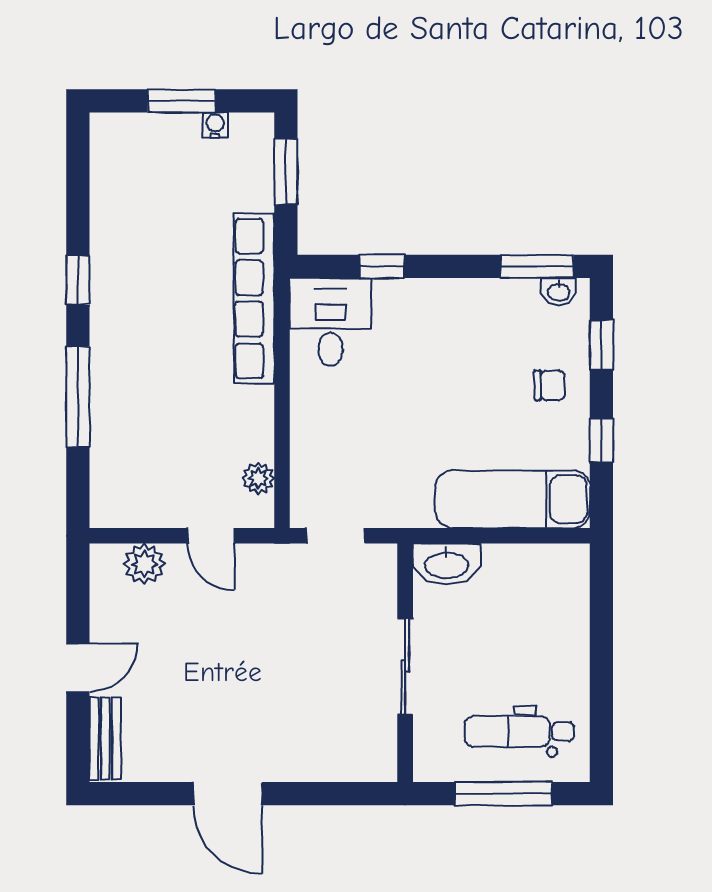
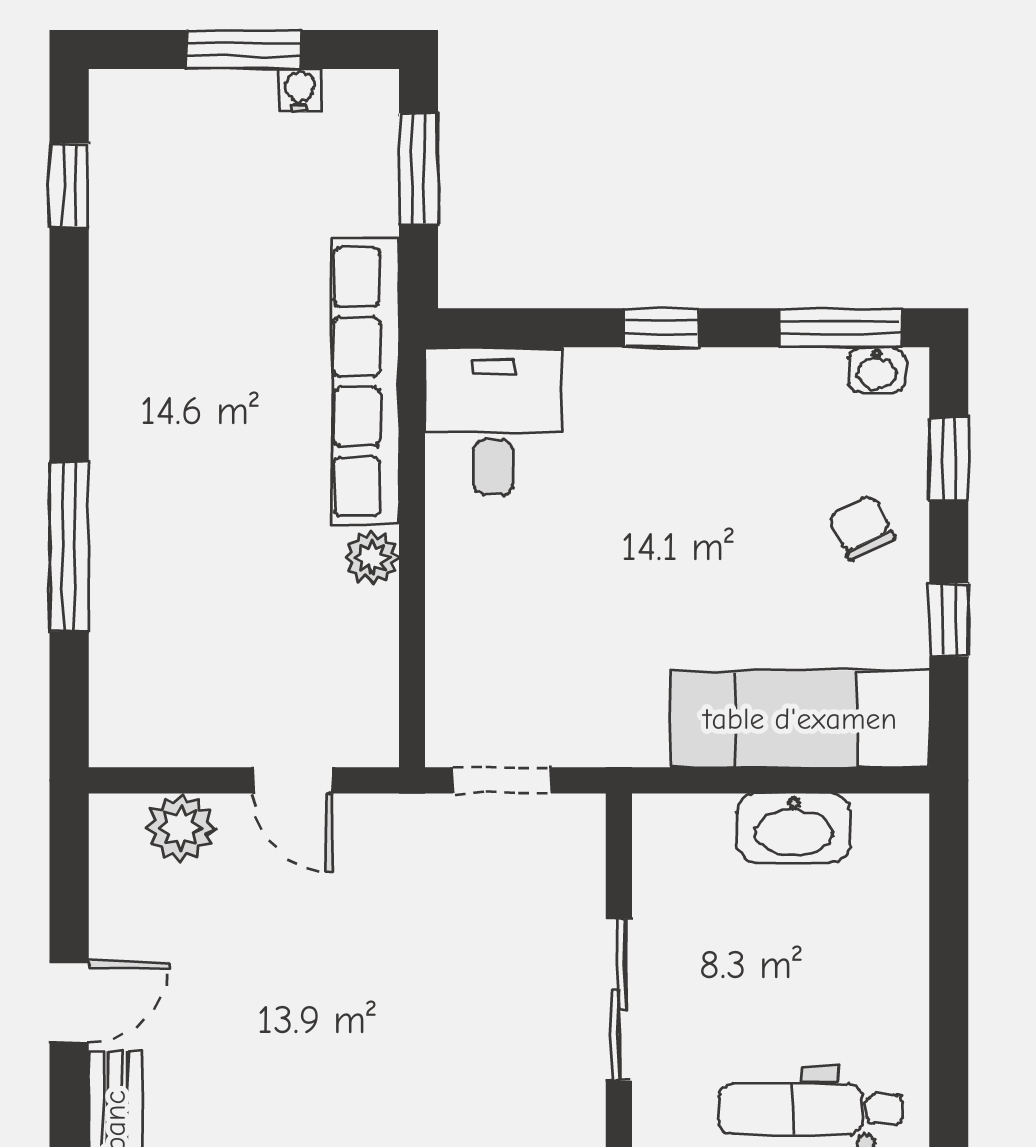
window: (382, 266) -> (662, 328), moved
window: (78, 280) -> (69, 185), moved
chair: (550, 385) -> (862, 528), turned -117
plant: (258, 478) -> (372, 557), moved
washbasin: (447, 564) -> (794, 828), moved

